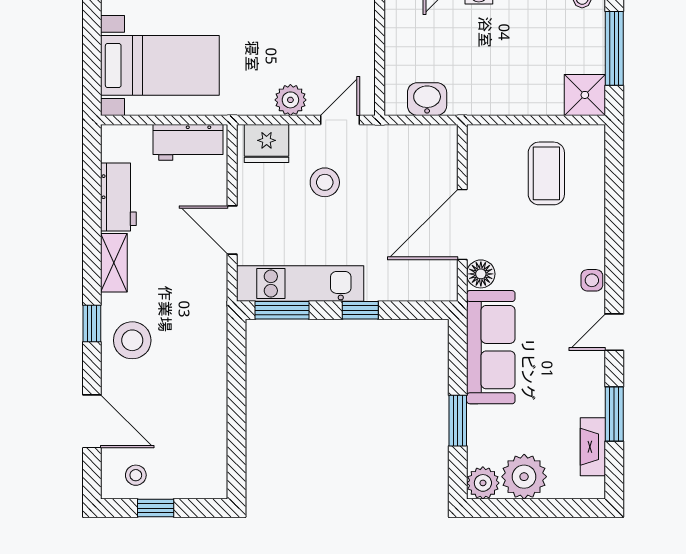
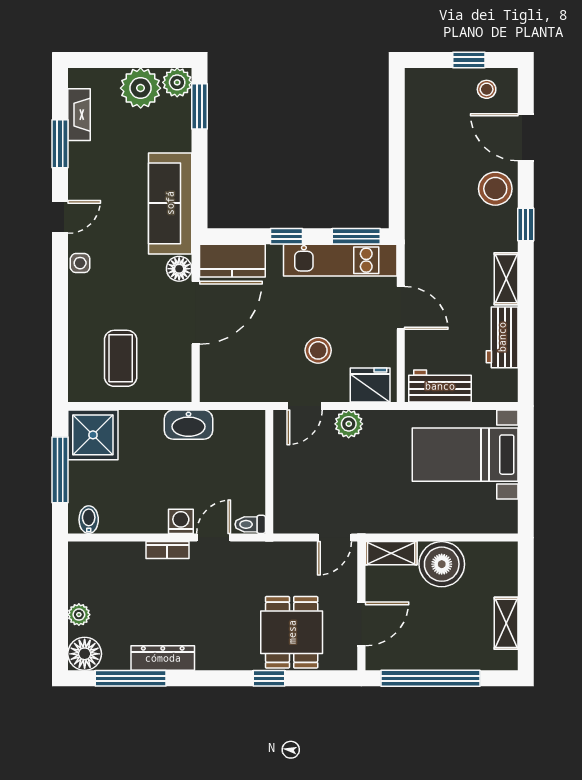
shower: (585, 95) -> (93, 435), width x1.36, depth x1.36
washbasin: (427, 99) -> (188, 425), moved, width x1.38
kitchen counter: (421, 283) -> (232, 261), added
stool: (132, 340) -> (495, 189), moved
window: (458, 421) -> (200, 106), moved

